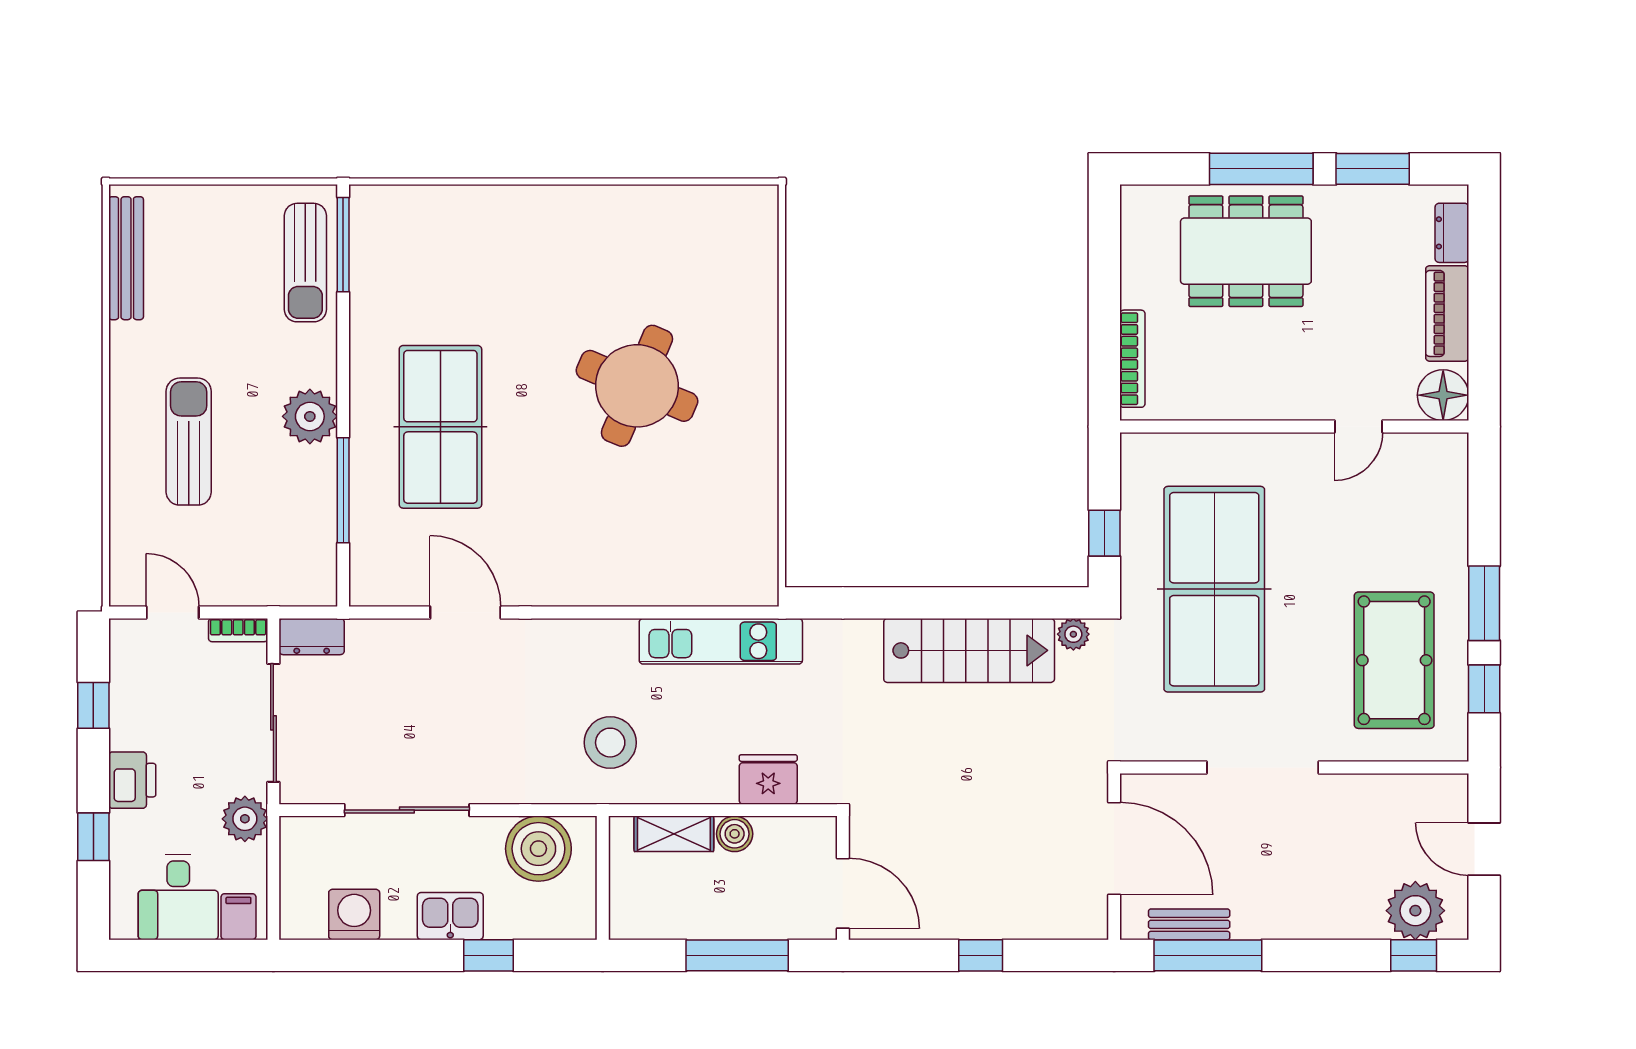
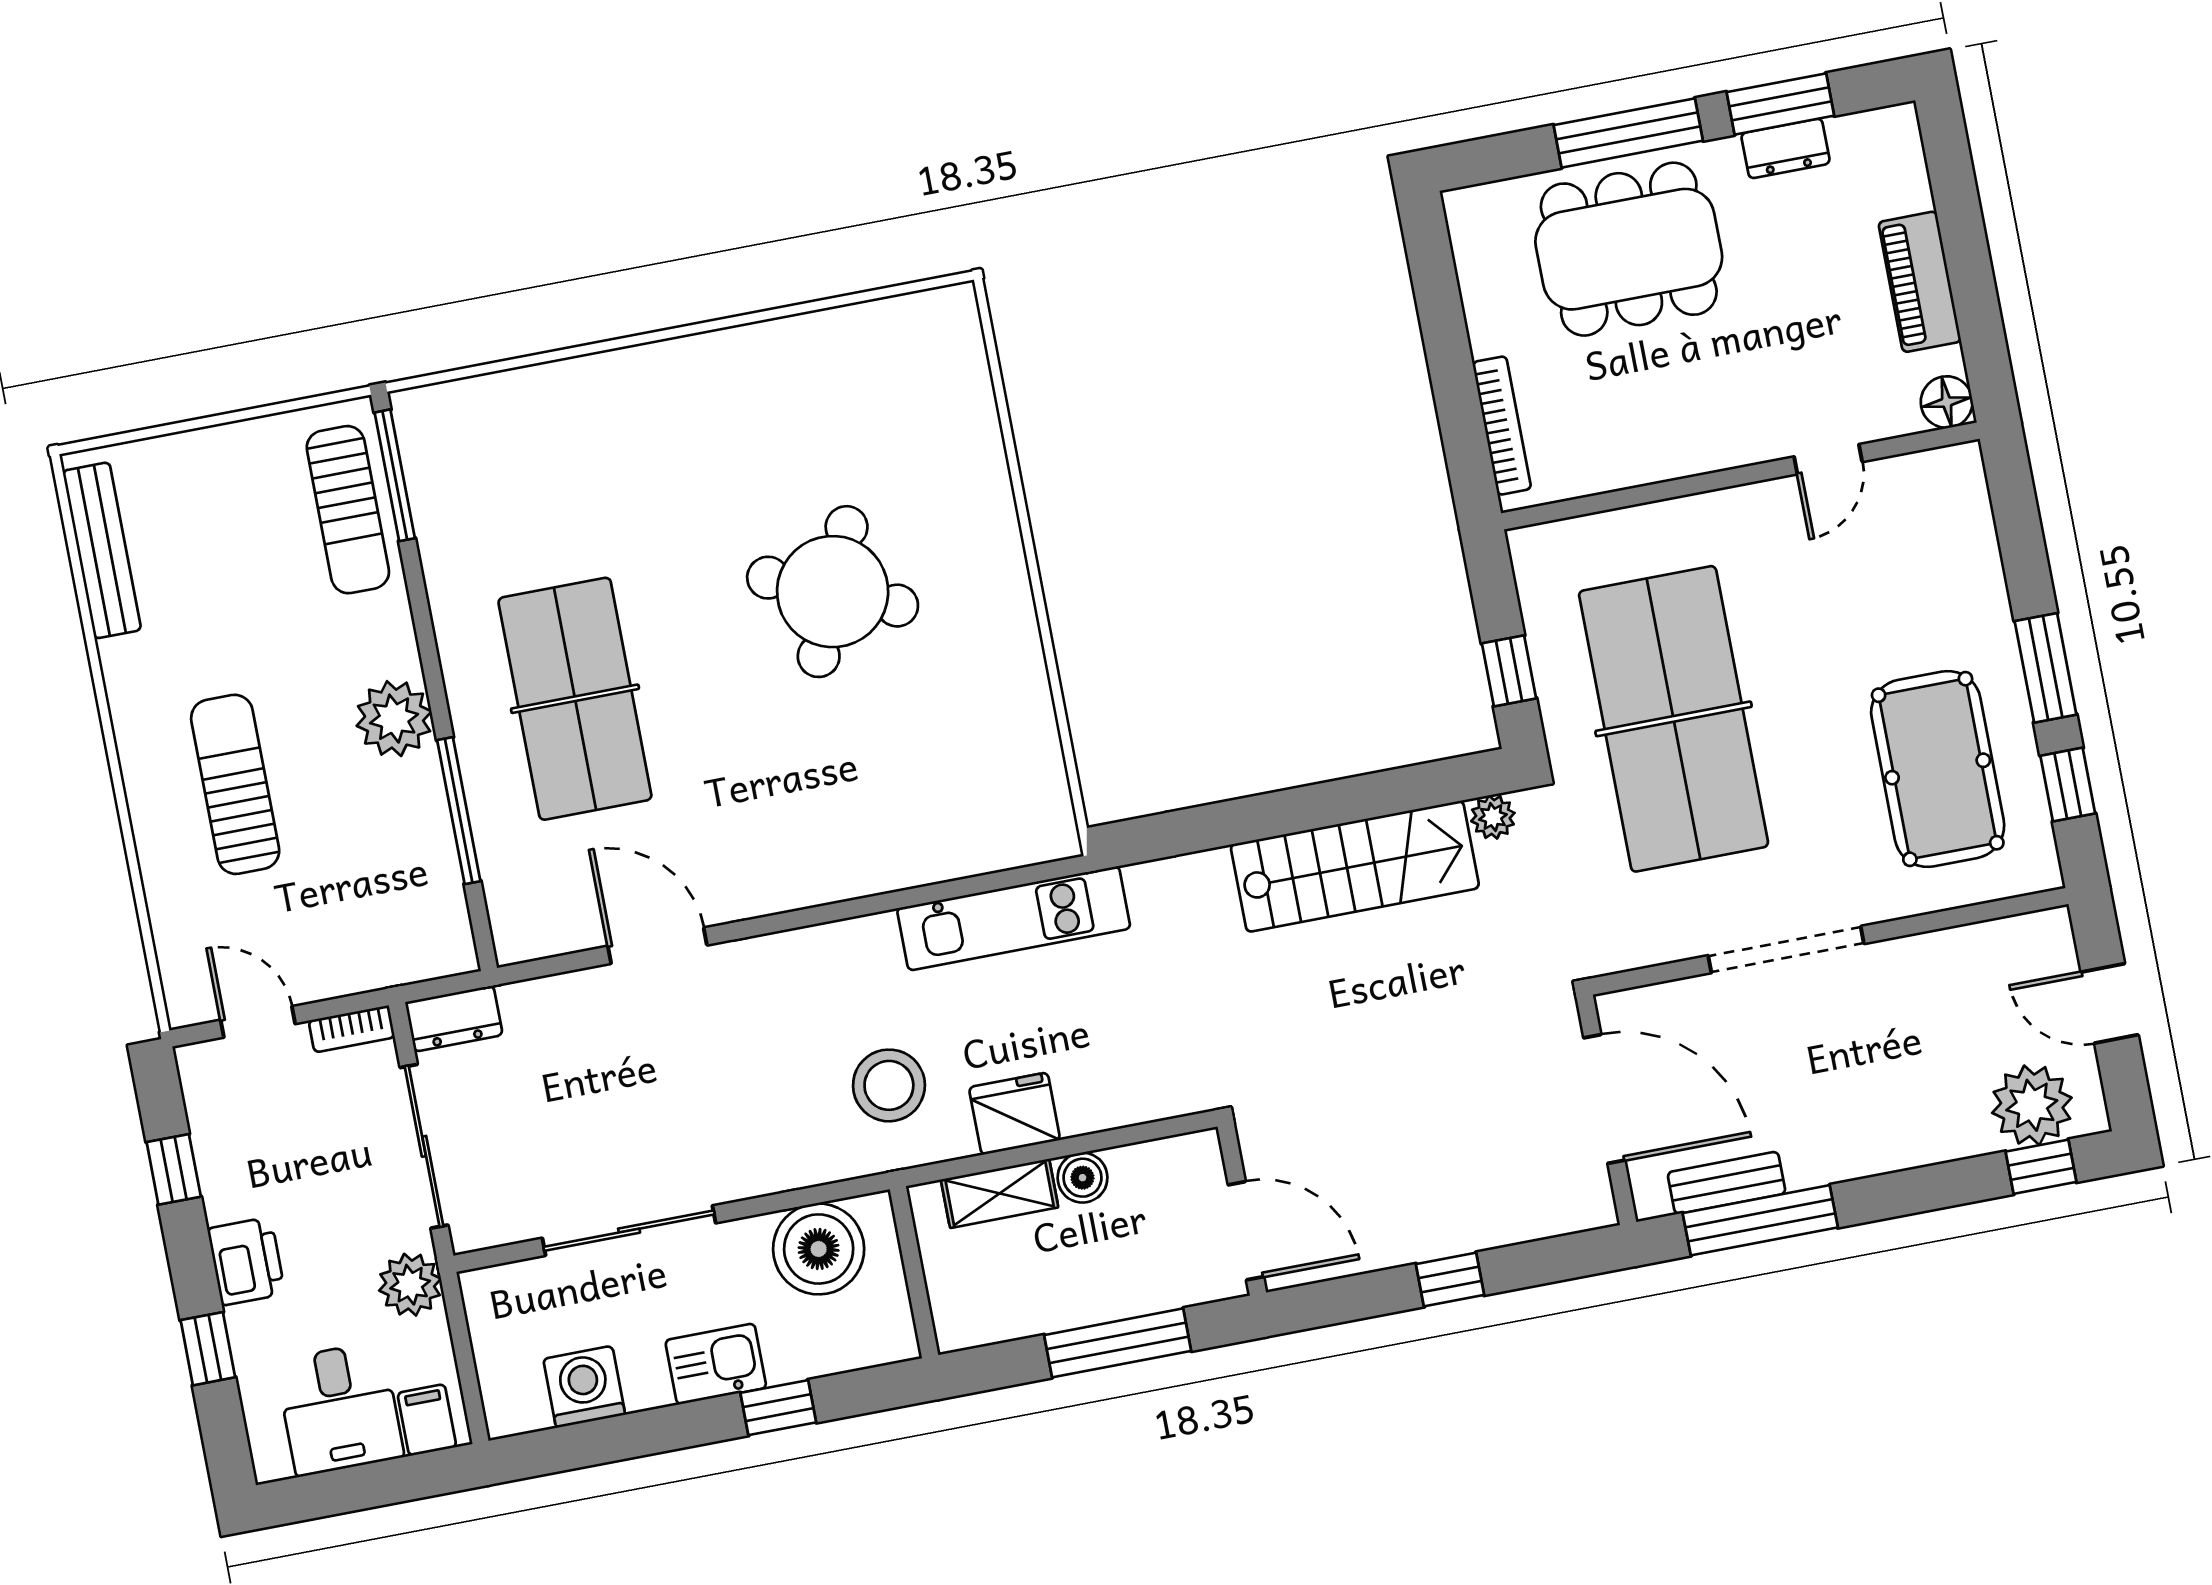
dresser: (1452, 233) -> (1785, 148), moved, turned -90
floor lamp: (1443, 395) -> (1947, 402), width x0.73, depth x0.73
fridge: (768, 779) -> (1015, 1114), moved

